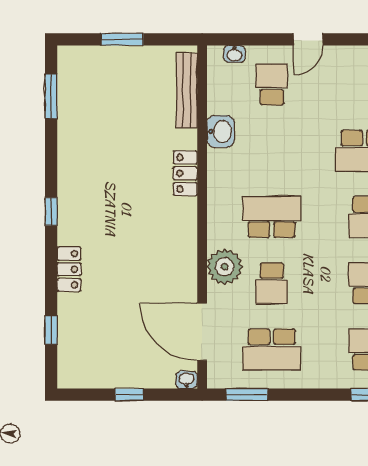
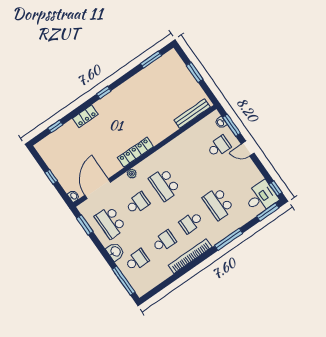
window: (251, 39) -> (232, 125), added
washbasin: (221, 131) -> (115, 252), moved, turned -90
locker: (185, 173) -> (135, 152), moved, width x1.53
school desk: (272, 217) -> (165, 184), turned 180
plant: (225, 267) -> (132, 174), width x0.53, depth x0.53
school desk: (272, 283) -> (137, 203), turned 180

